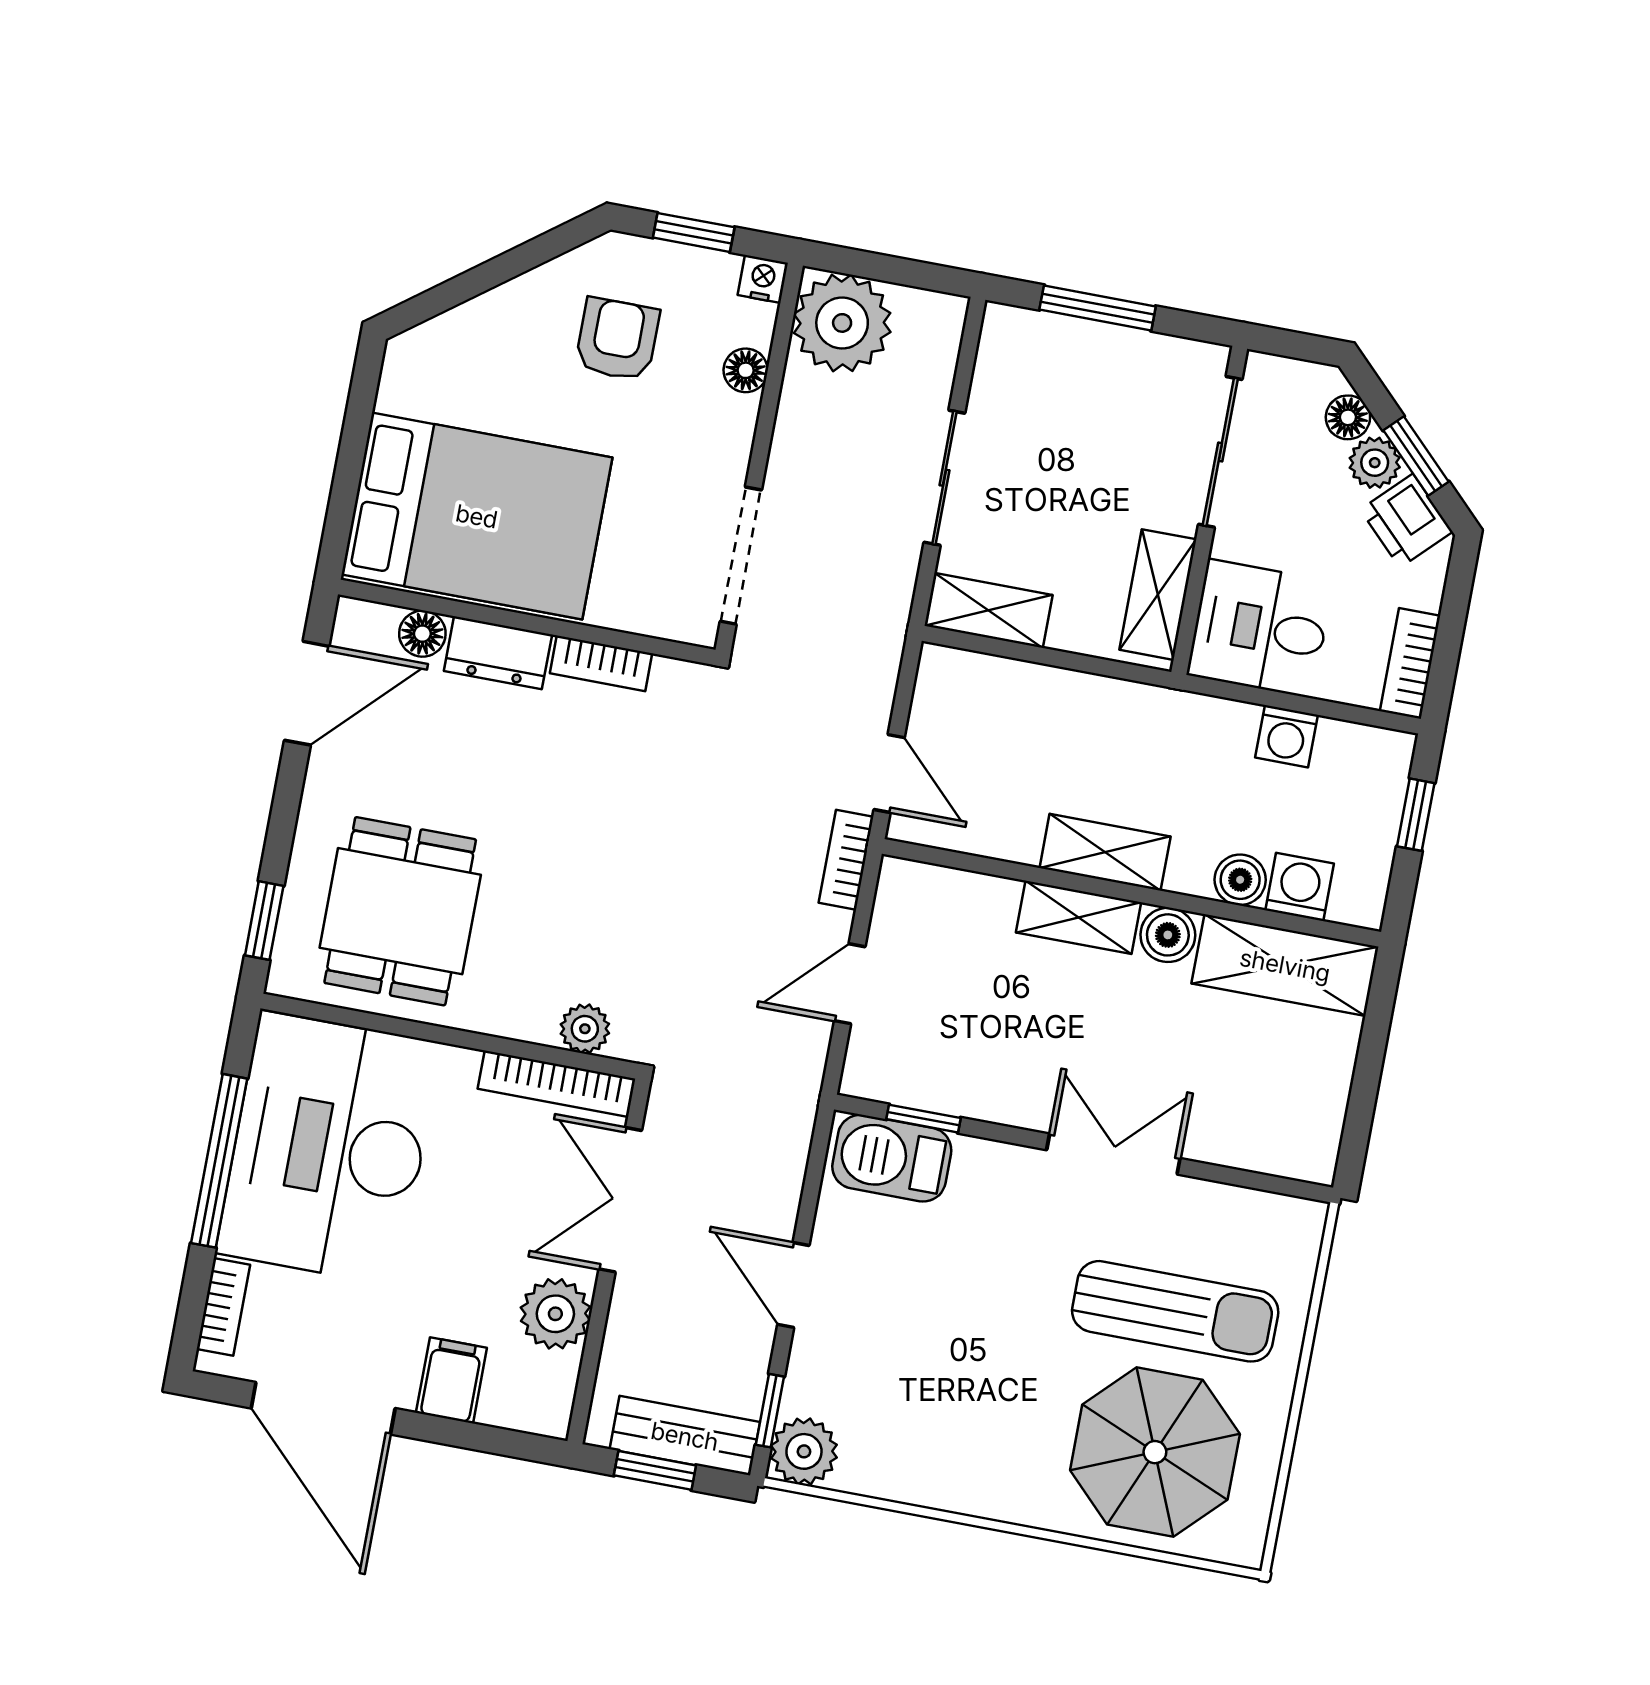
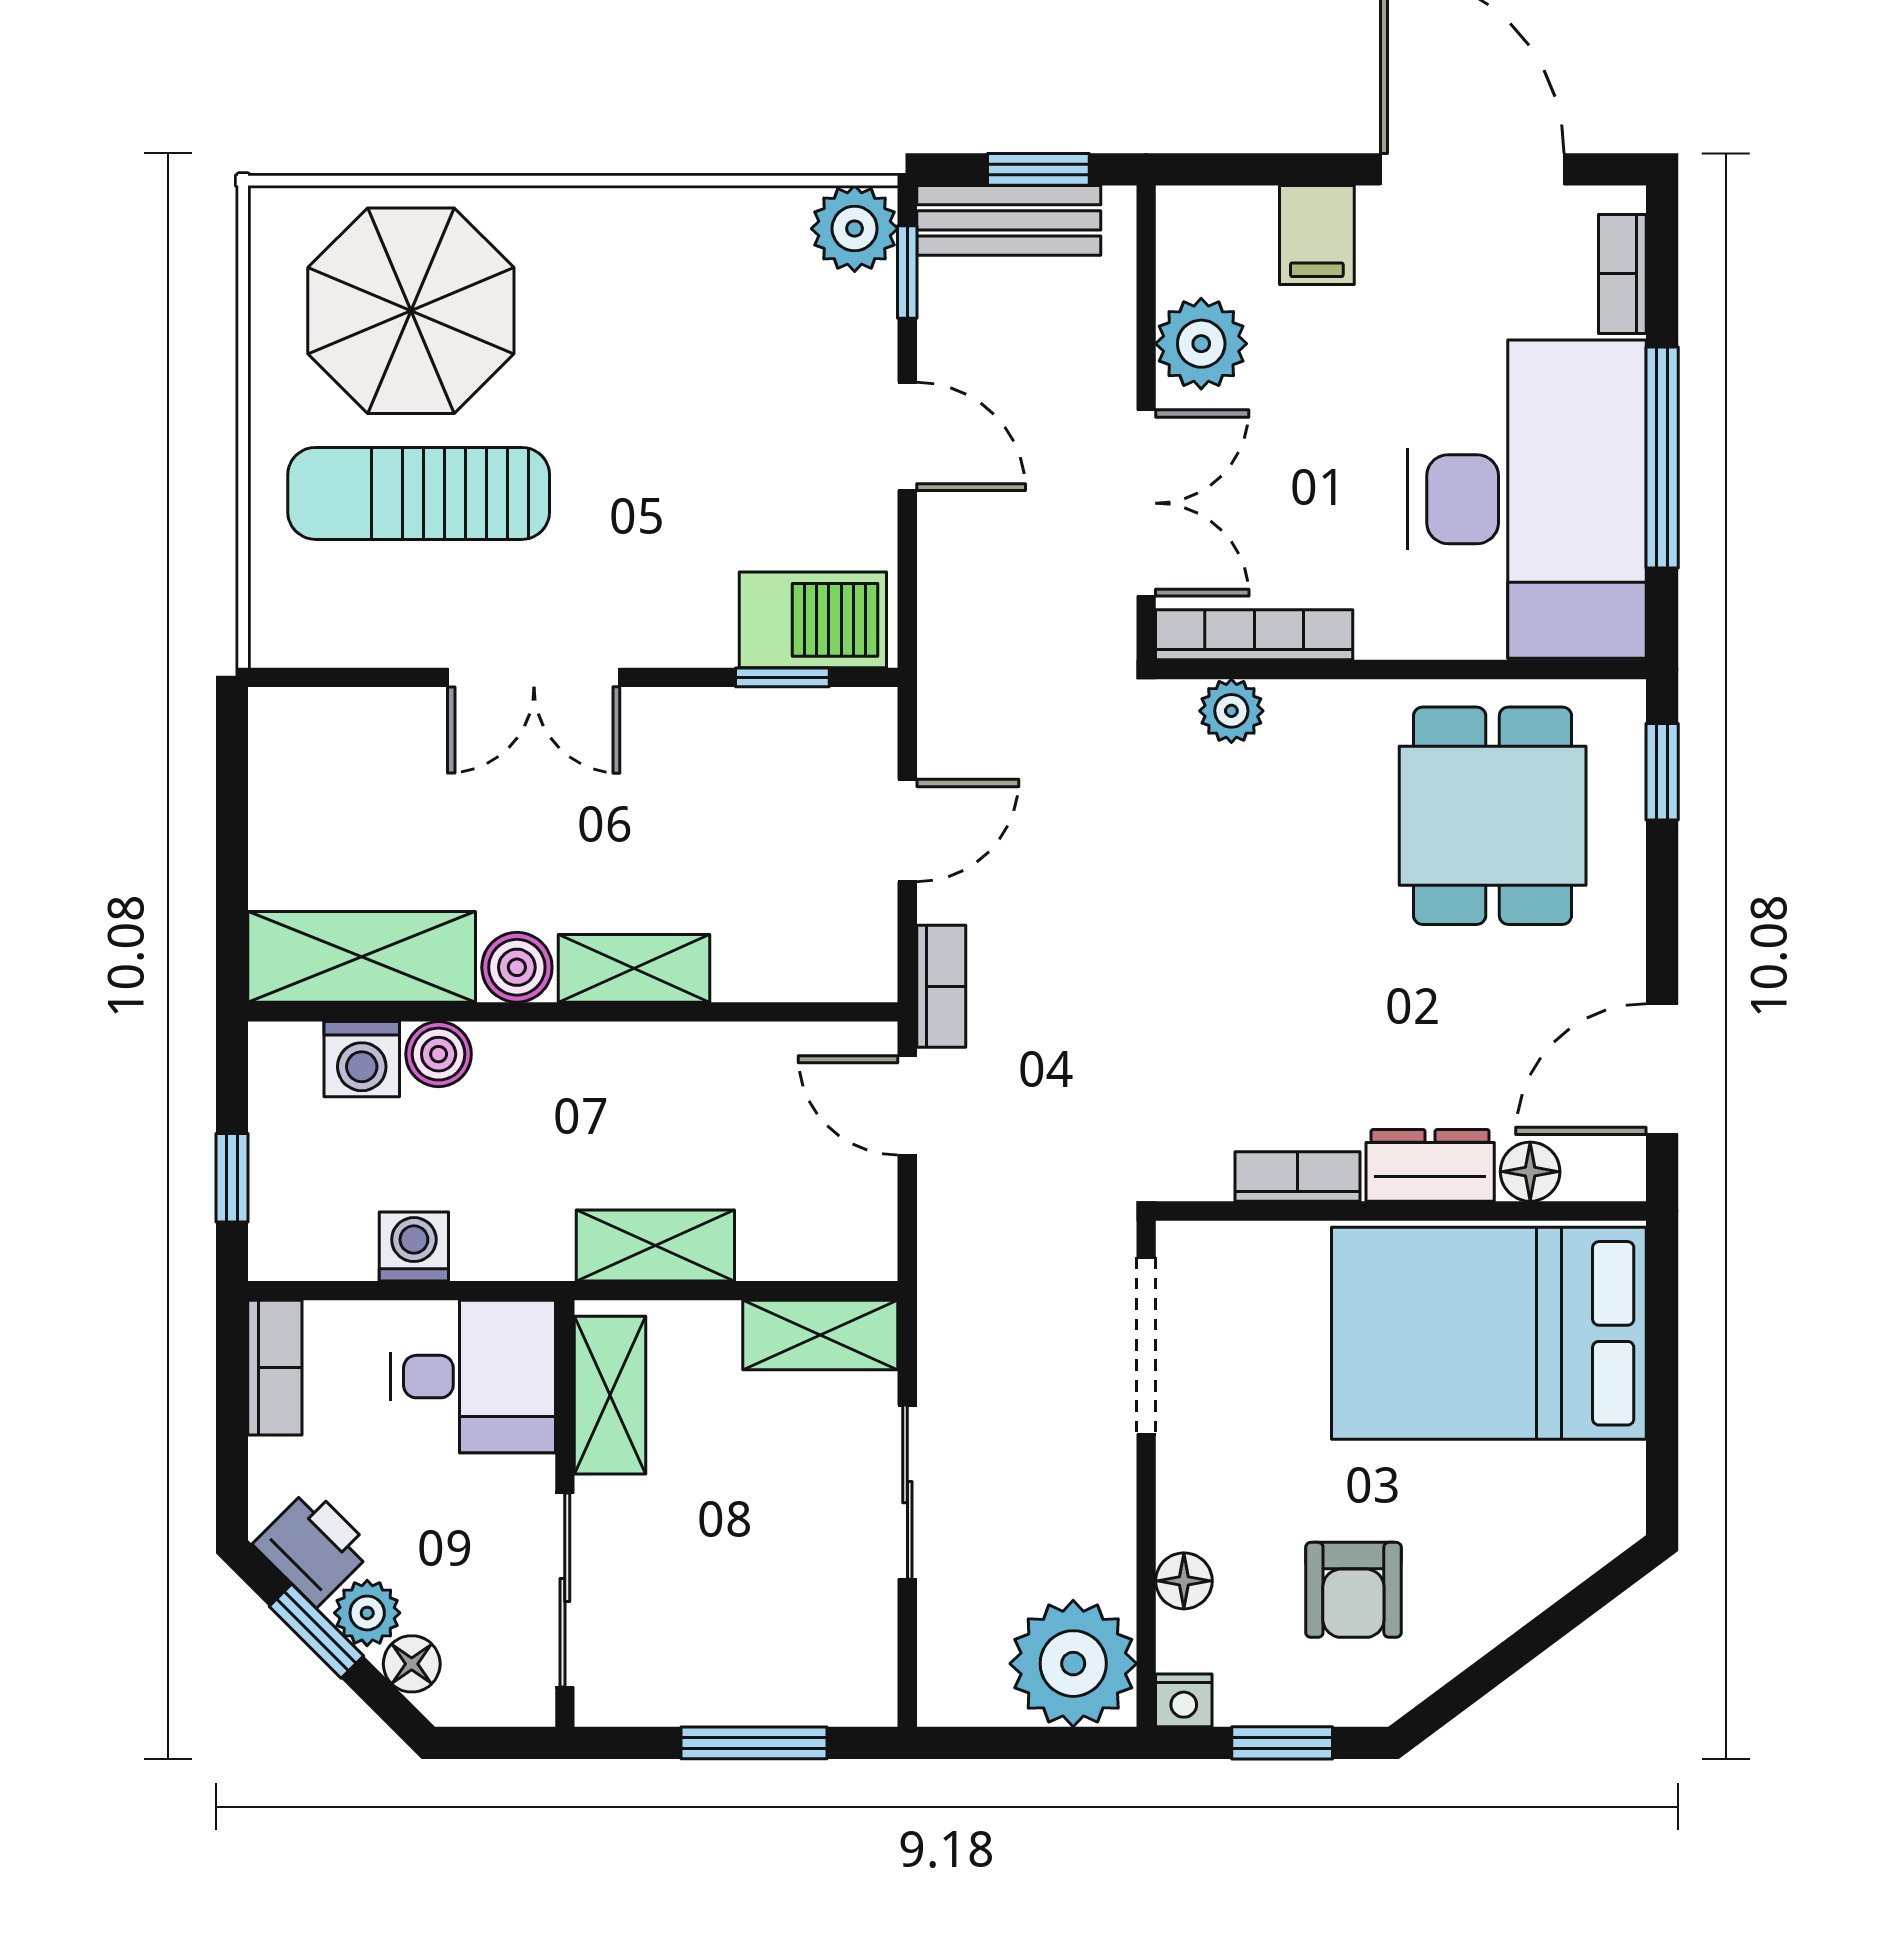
shelving: (1105, 852) -> (655, 1245), moved

